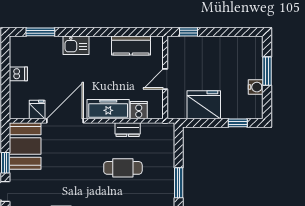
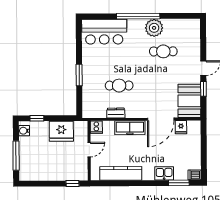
kitchen sink: (76, 45) -> (164, 173), moved
kitchen counter: (131, 46) -> (121, 173), width x1.50
window: (267, 71) -> (16, 156), width x1.44
dishwasher: (18, 74) -> (195, 175), moved
water cooler: (256, 87) -> (24, 131), moved
cooker: (139, 110) -> (96, 127), moved

